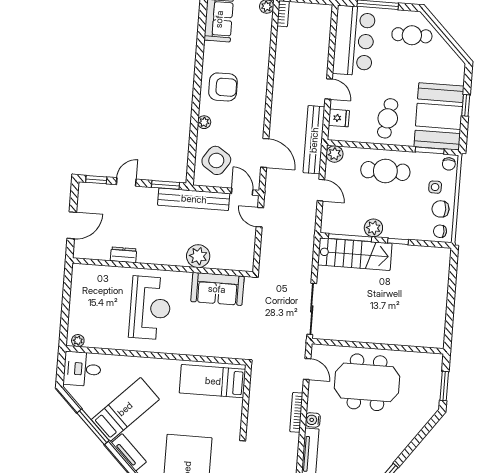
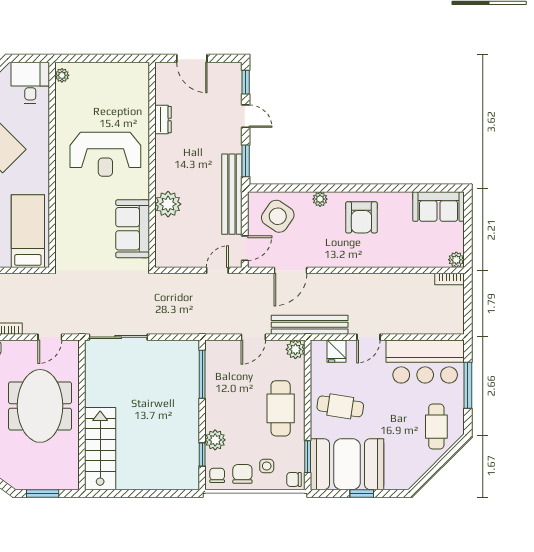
plant: (373, 228) -> (215, 440), moved
window: (398, 241) -> (202, 454), moved
stairs: (355, 254) -> (100, 449), moved, turned 180

